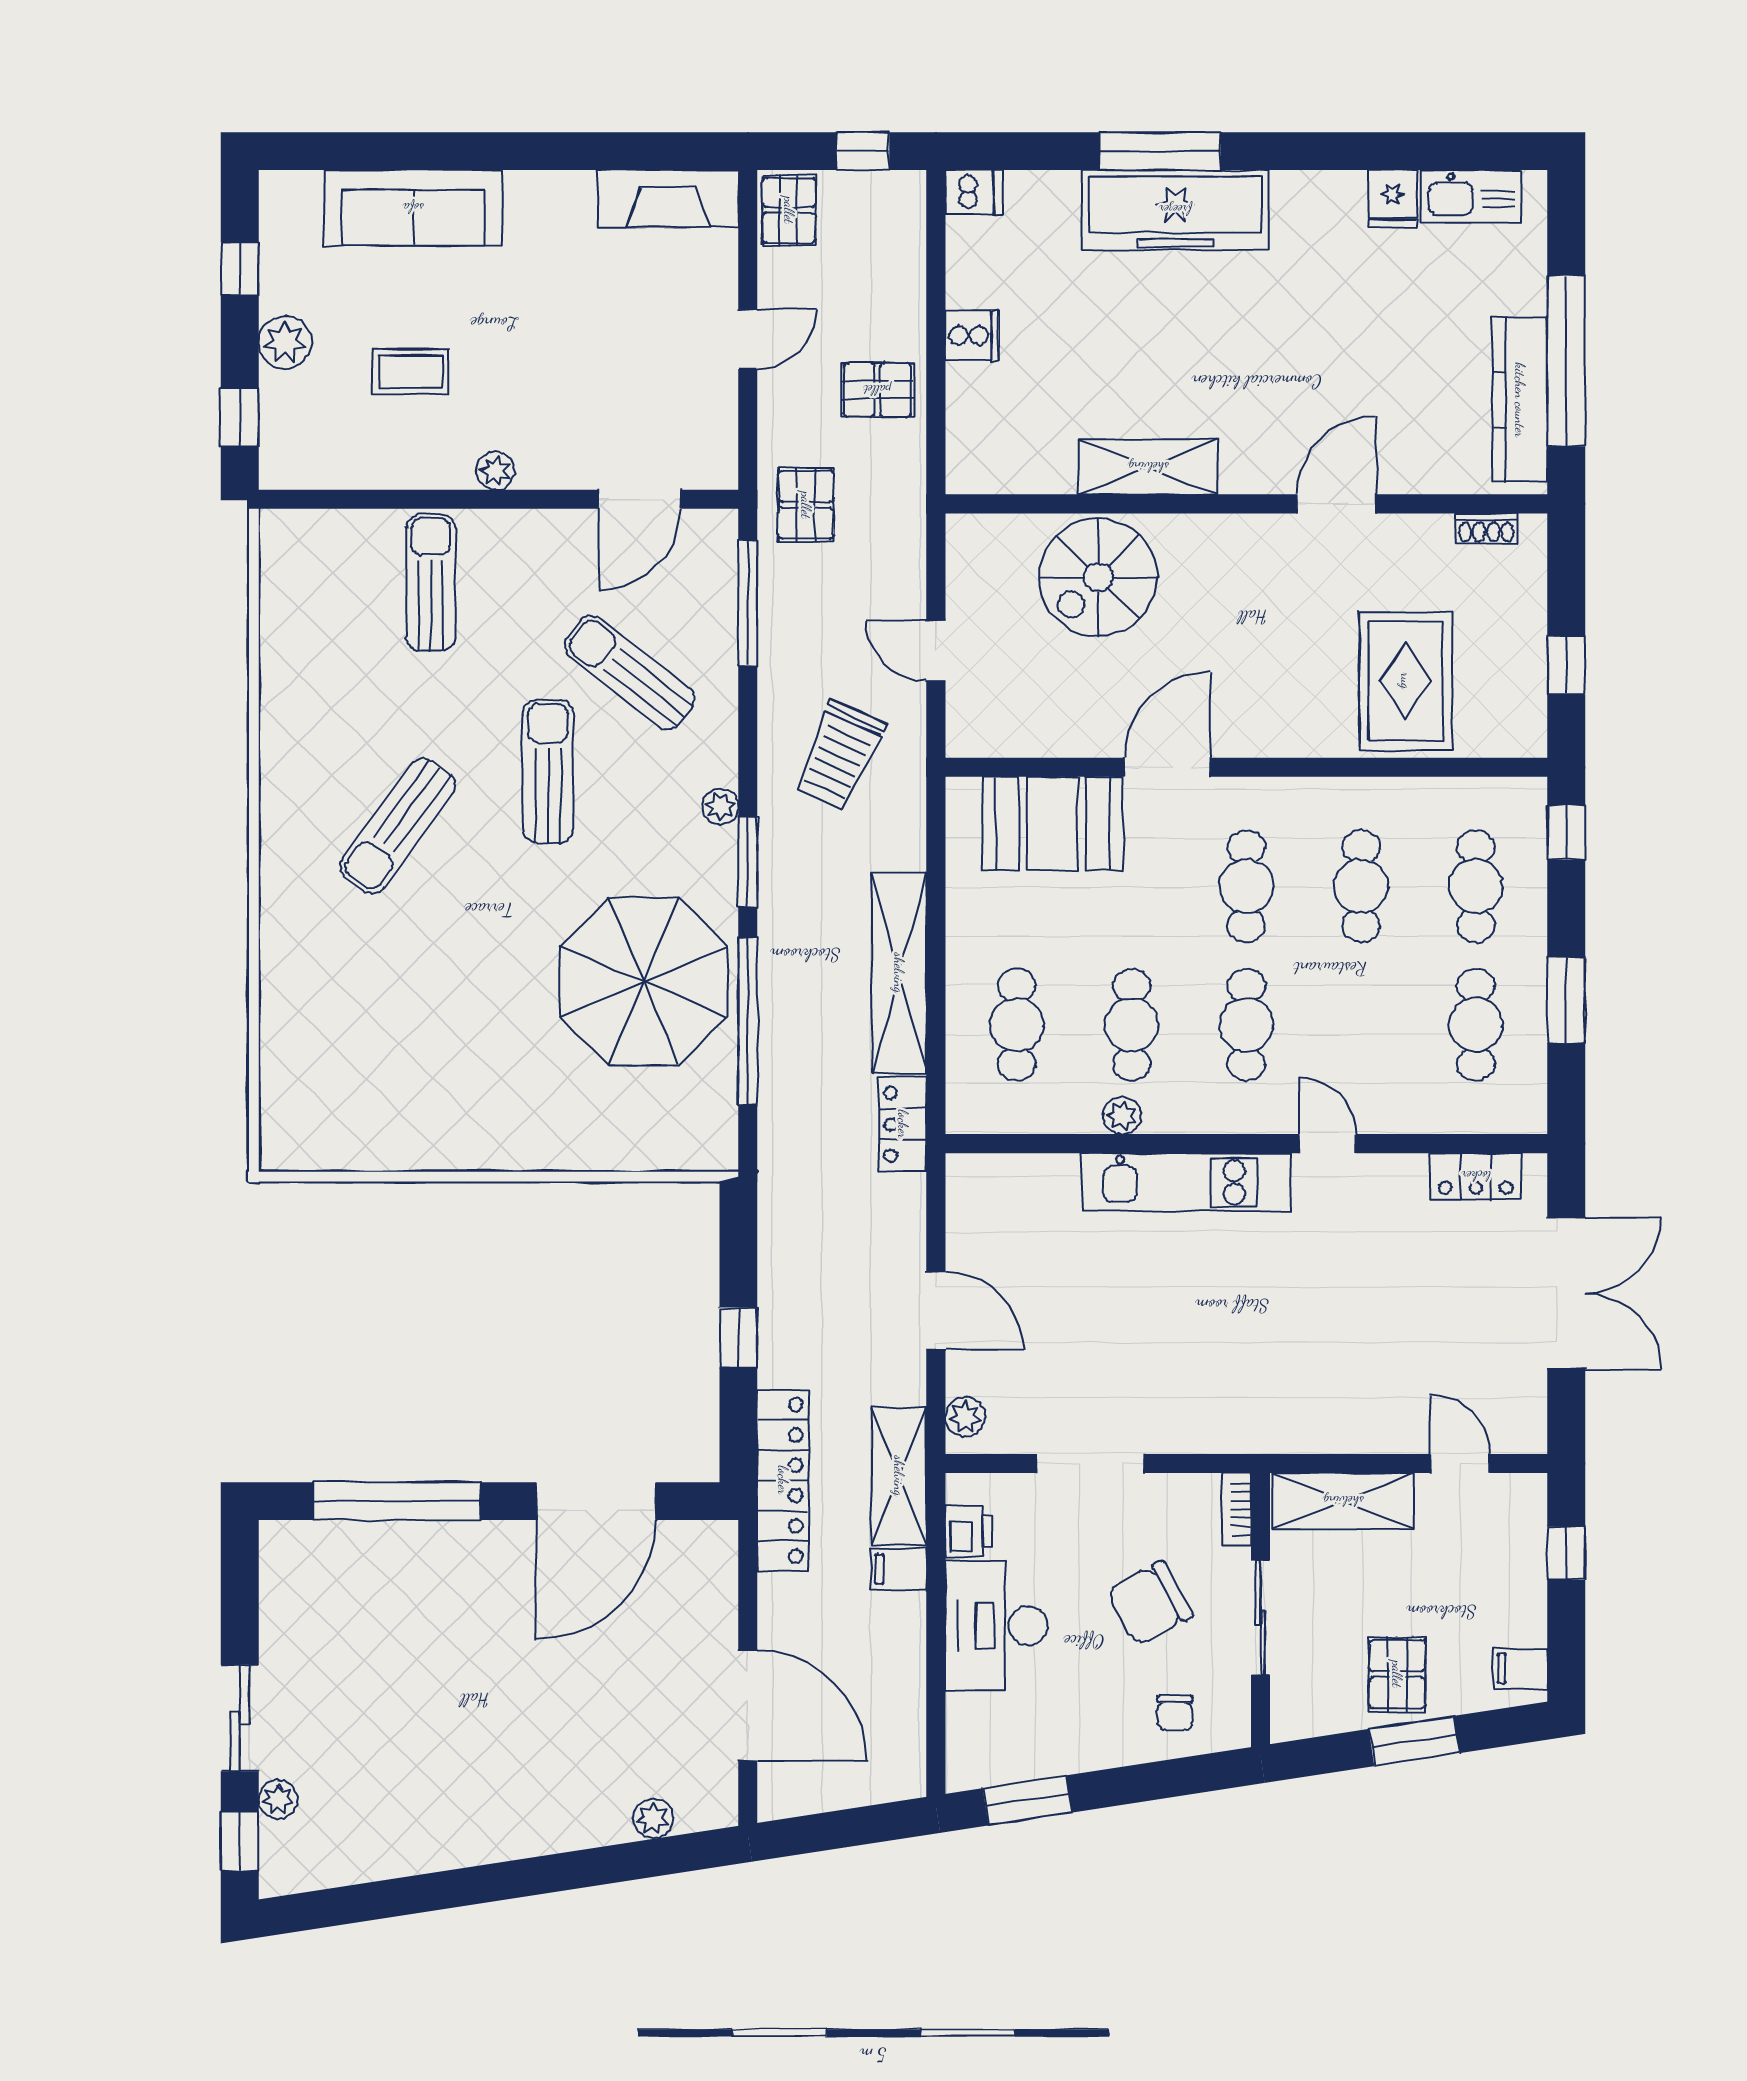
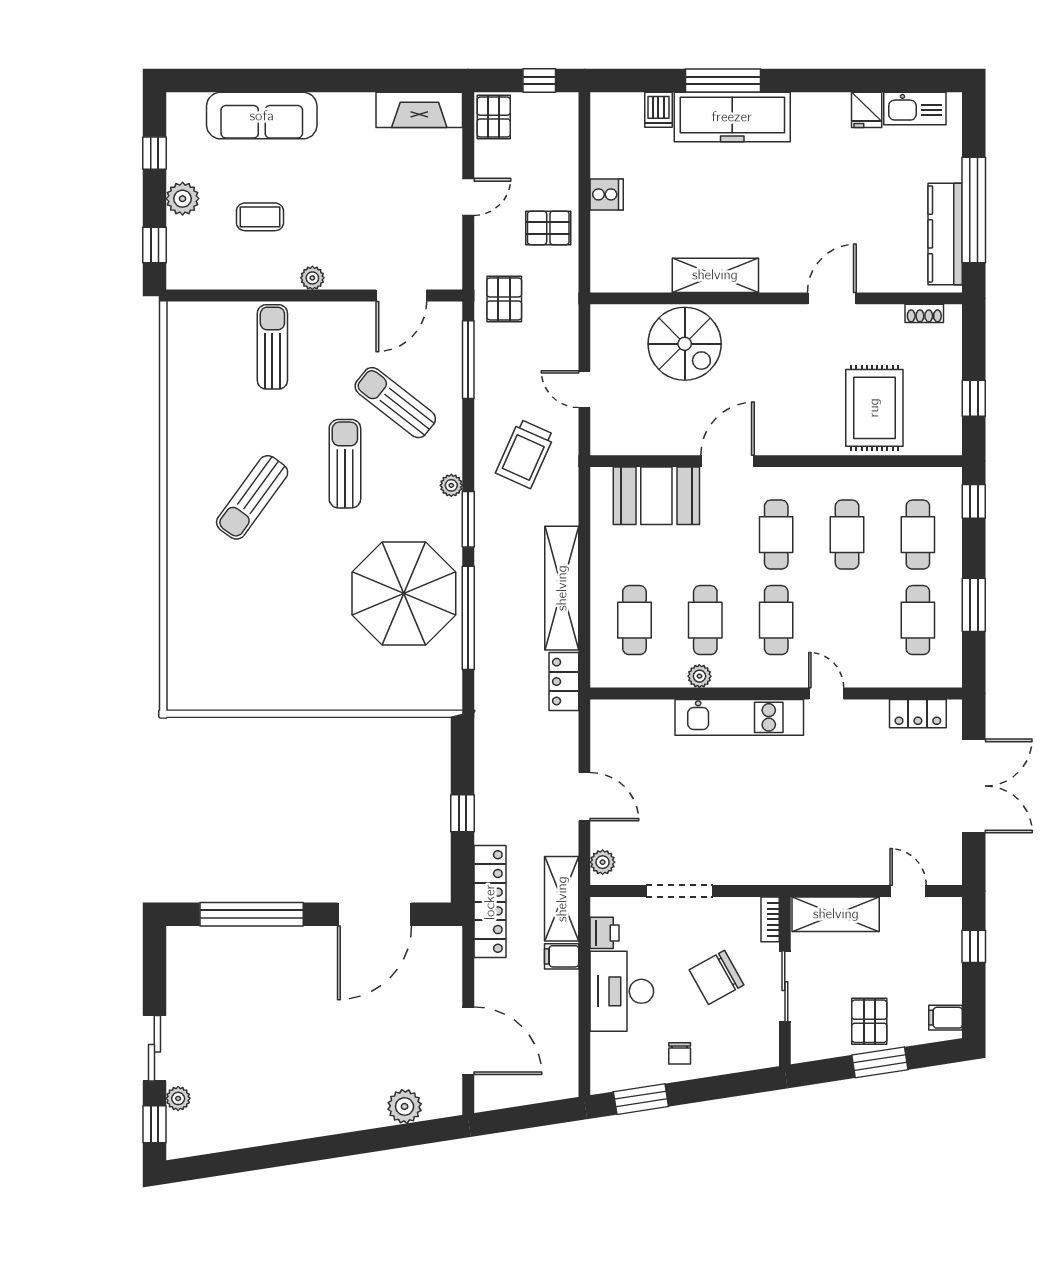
dishwasher: (974, 192) -> (658, 110), moved, turned 90
spiral stairs: (1098, 577) -> (685, 344), turned -90
chair: (1175, 1713) -> (680, 1053), moved
plant: (653, 1819) -> (405, 1106), width x1.38, depth x1.38

